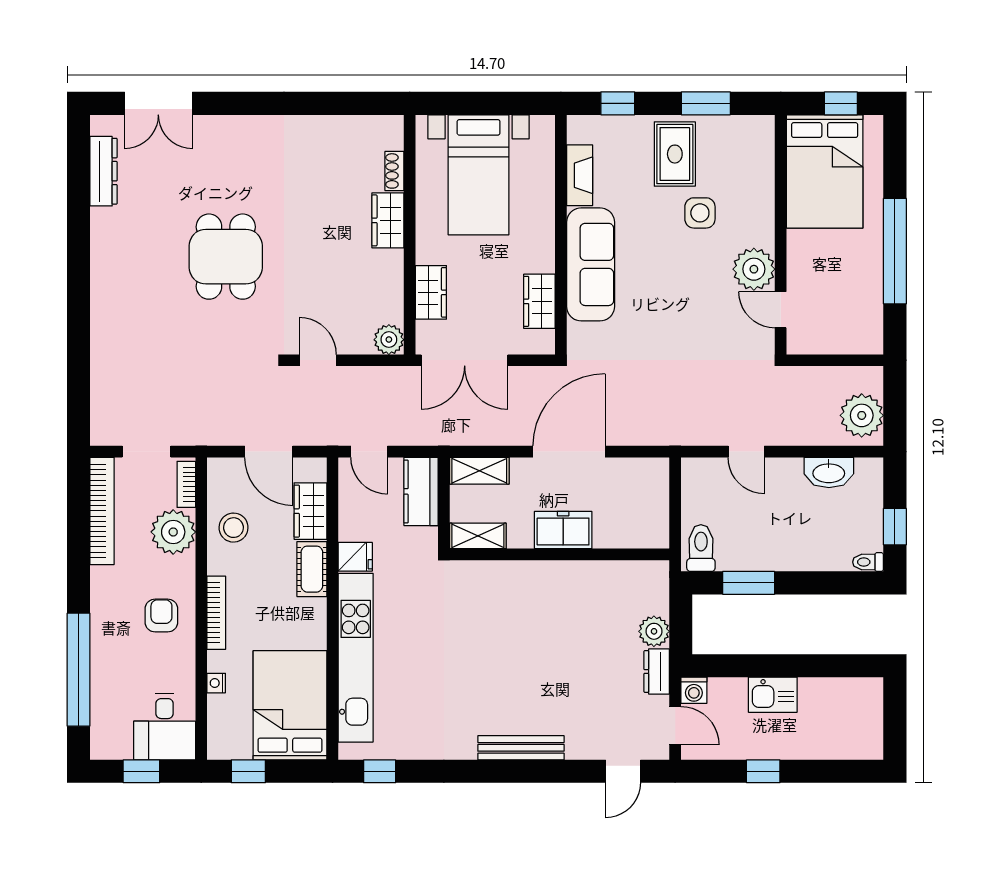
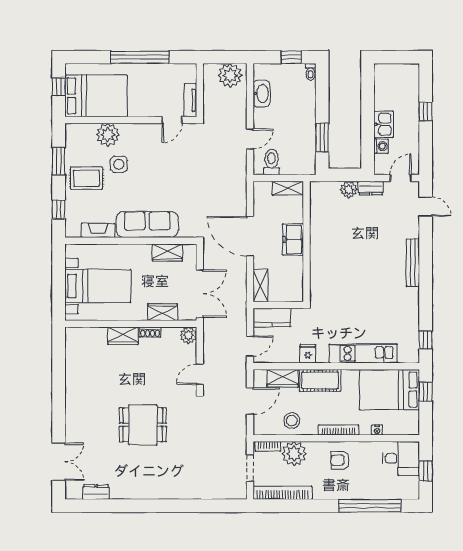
dresser: (103, 171) -> (96, 492), width x0.70
shoe rack: (394, 171) -> (150, 332), moved
plant: (754, 269) -> (108, 135), moved
tv unit: (817, 343) -> (190, 100), added
shelving: (478, 536) -> (288, 188), moved, turned 90
toilet: (701, 548) -> (272, 162), moved, turned 90
cot: (312, 569) -> (320, 380), width x1.37, depth x1.34
kitchen unit: (356, 658) -> (363, 353), width x0.73
washing machine: (694, 690) -> (381, 146), moved
window: (248, 771) -> (426, 392), moved
window: (763, 771) -> (426, 111), moved

